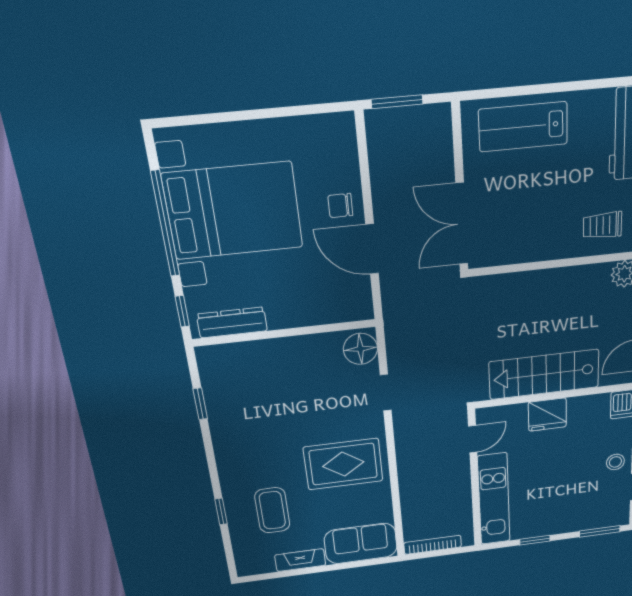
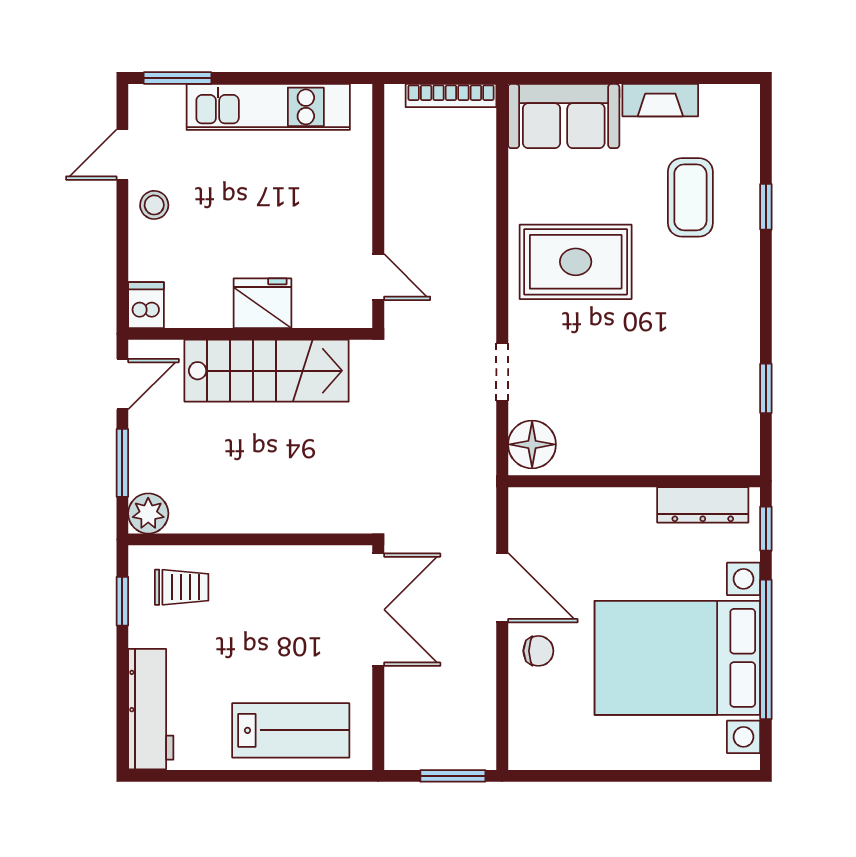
door: (473, 439) -> (378, 277), swing flipped
kitchen unit: (494, 499) -> (268, 107), moved, turned -90
window: (535, 540) -> (285, 78), removed

